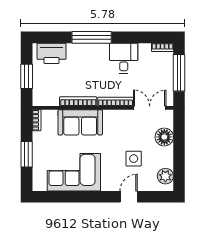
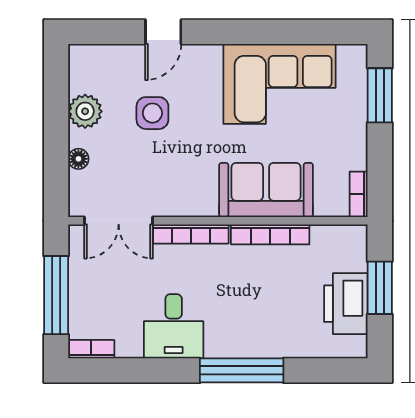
printer: (52, 53) -> (346, 304), moved, turned -90
floor lamp: (164, 137) -> (78, 159), width x0.53, depth x0.53
window: (27, 154) -> (380, 95), moved
plant: (165, 176) -> (85, 111), moved

